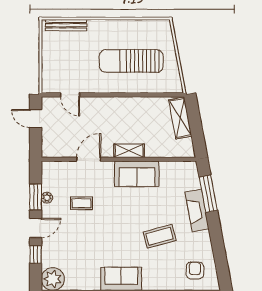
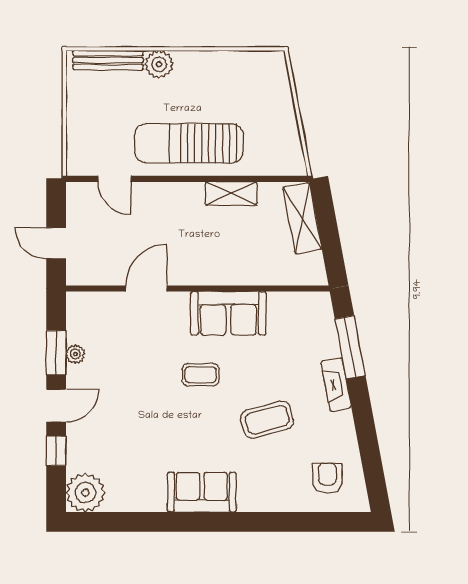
plant: (96, 28) -> (159, 64), added
sun lounger: (131, 61) -> (189, 143), moved
door: (36, 119) -> (56, 243), moved
shelving: (129, 151) -> (231, 193), moved
coffee table: (81, 203) -> (201, 375), moved
fireplace: (197, 211) -> (336, 384), width x0.73, depth x0.76

